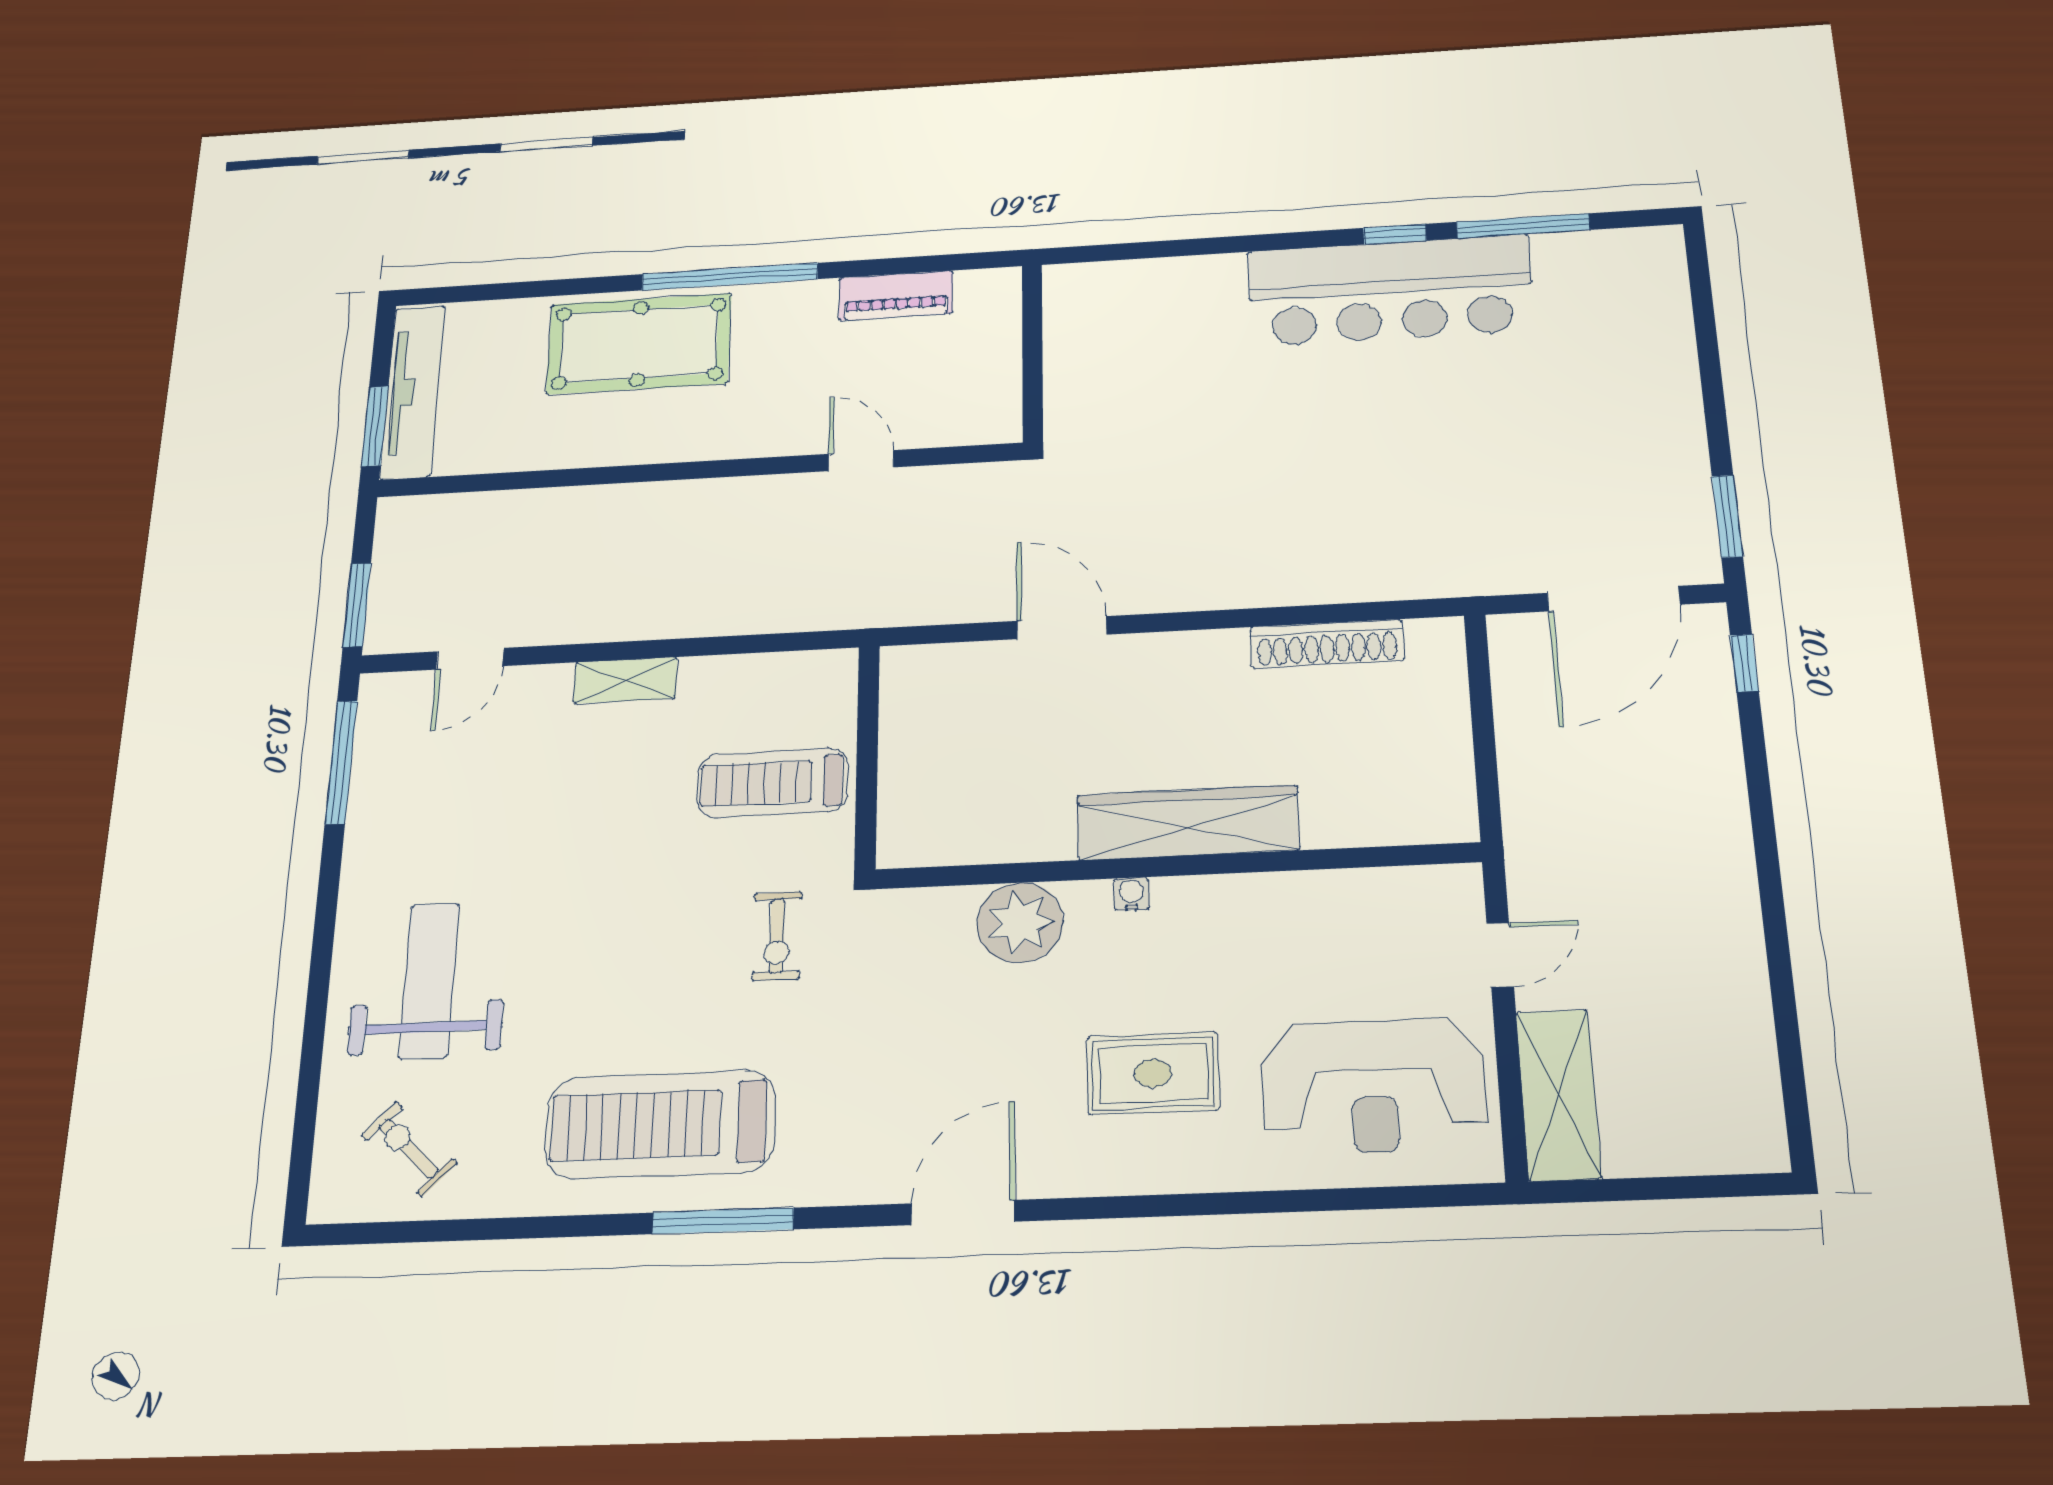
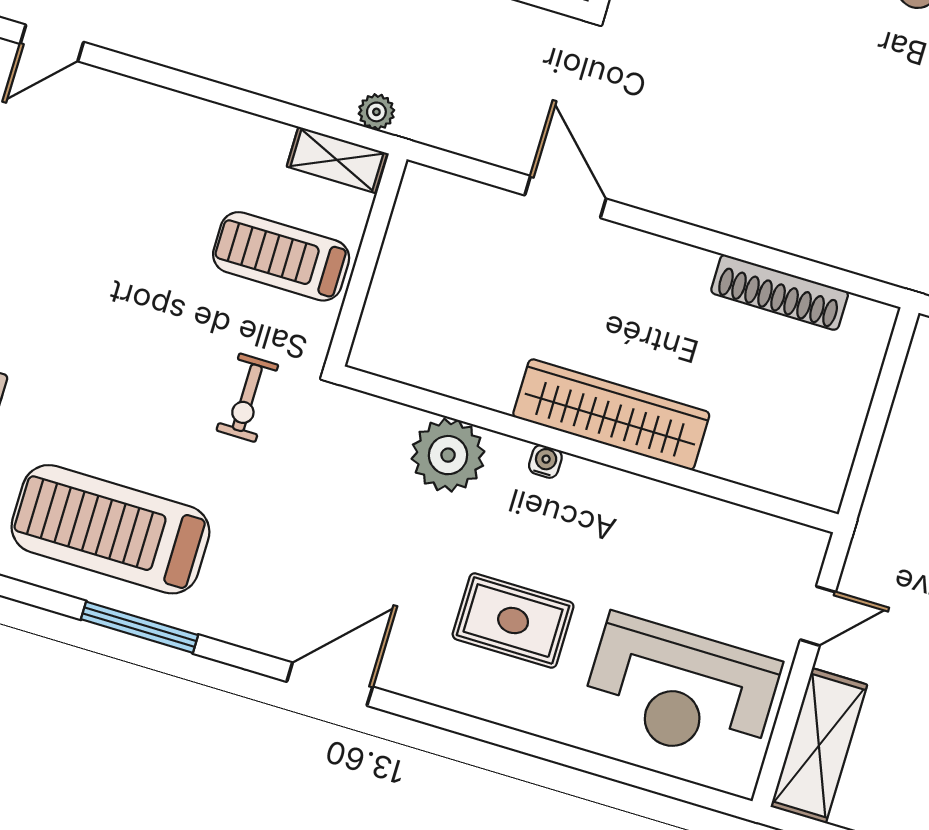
plant: (833, 613) -> (376, 112), added
shelving: (625, 680) -> (337, 160), moved

